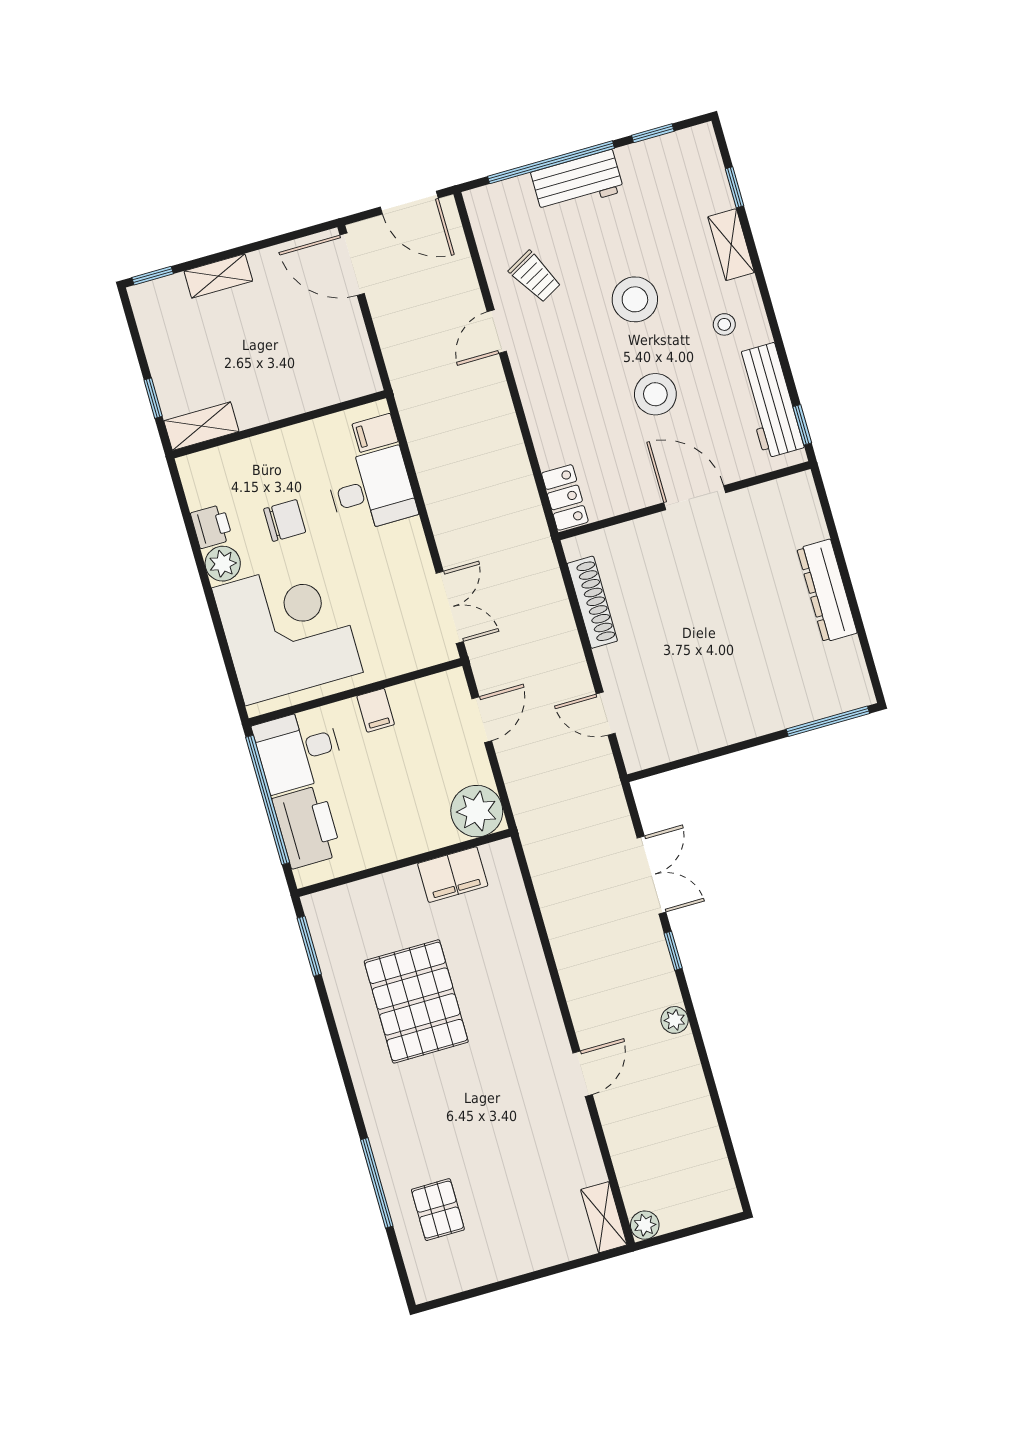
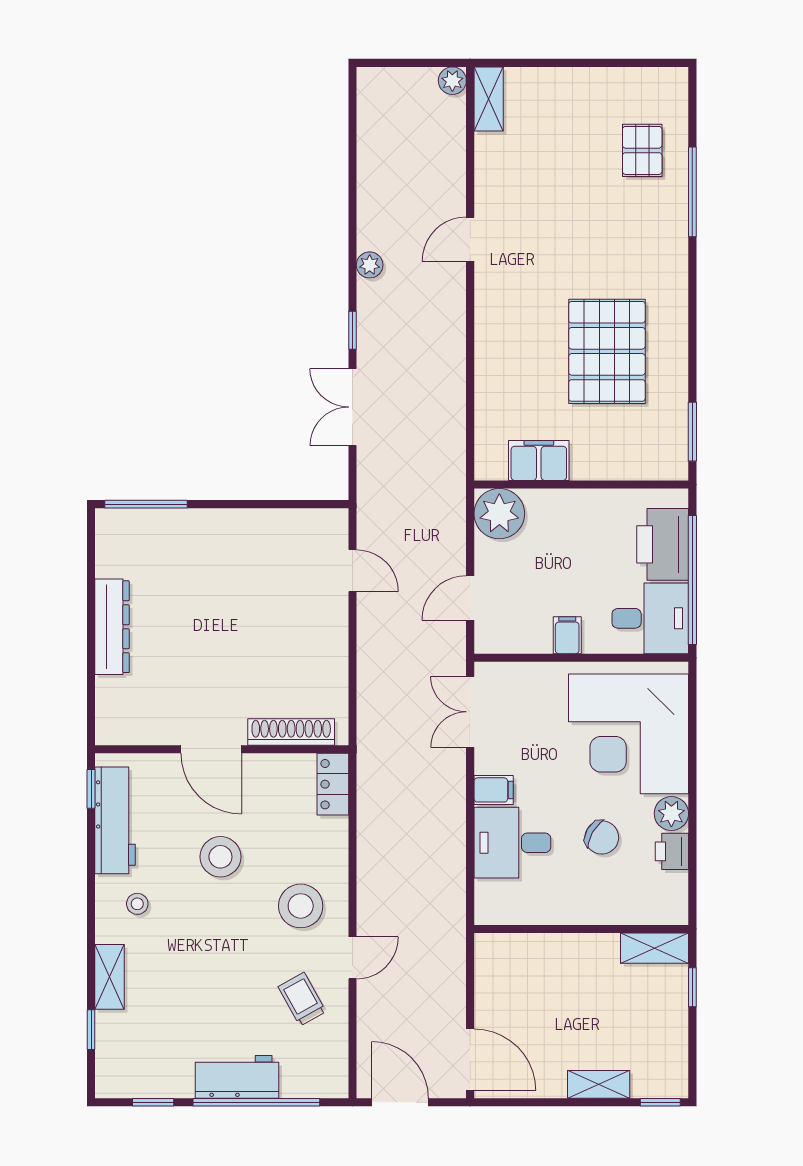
stool: (635, 299) -> (301, 906), moved
filing cabinet: (375, 433) -> (494, 790), moved
chair: (285, 521) -> (602, 837), turned -150
shoe rack: (592, 602) -> (291, 732), moved, turned 90

